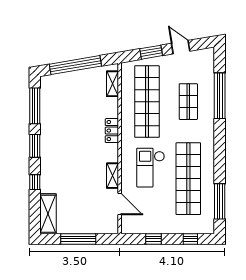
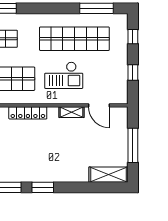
locker: (112, 131) -> (28, 113), width x1.53
window: (35, 182) -> (78, 187), removed
door: (120, 204) -> (99, 105), swing flipped

